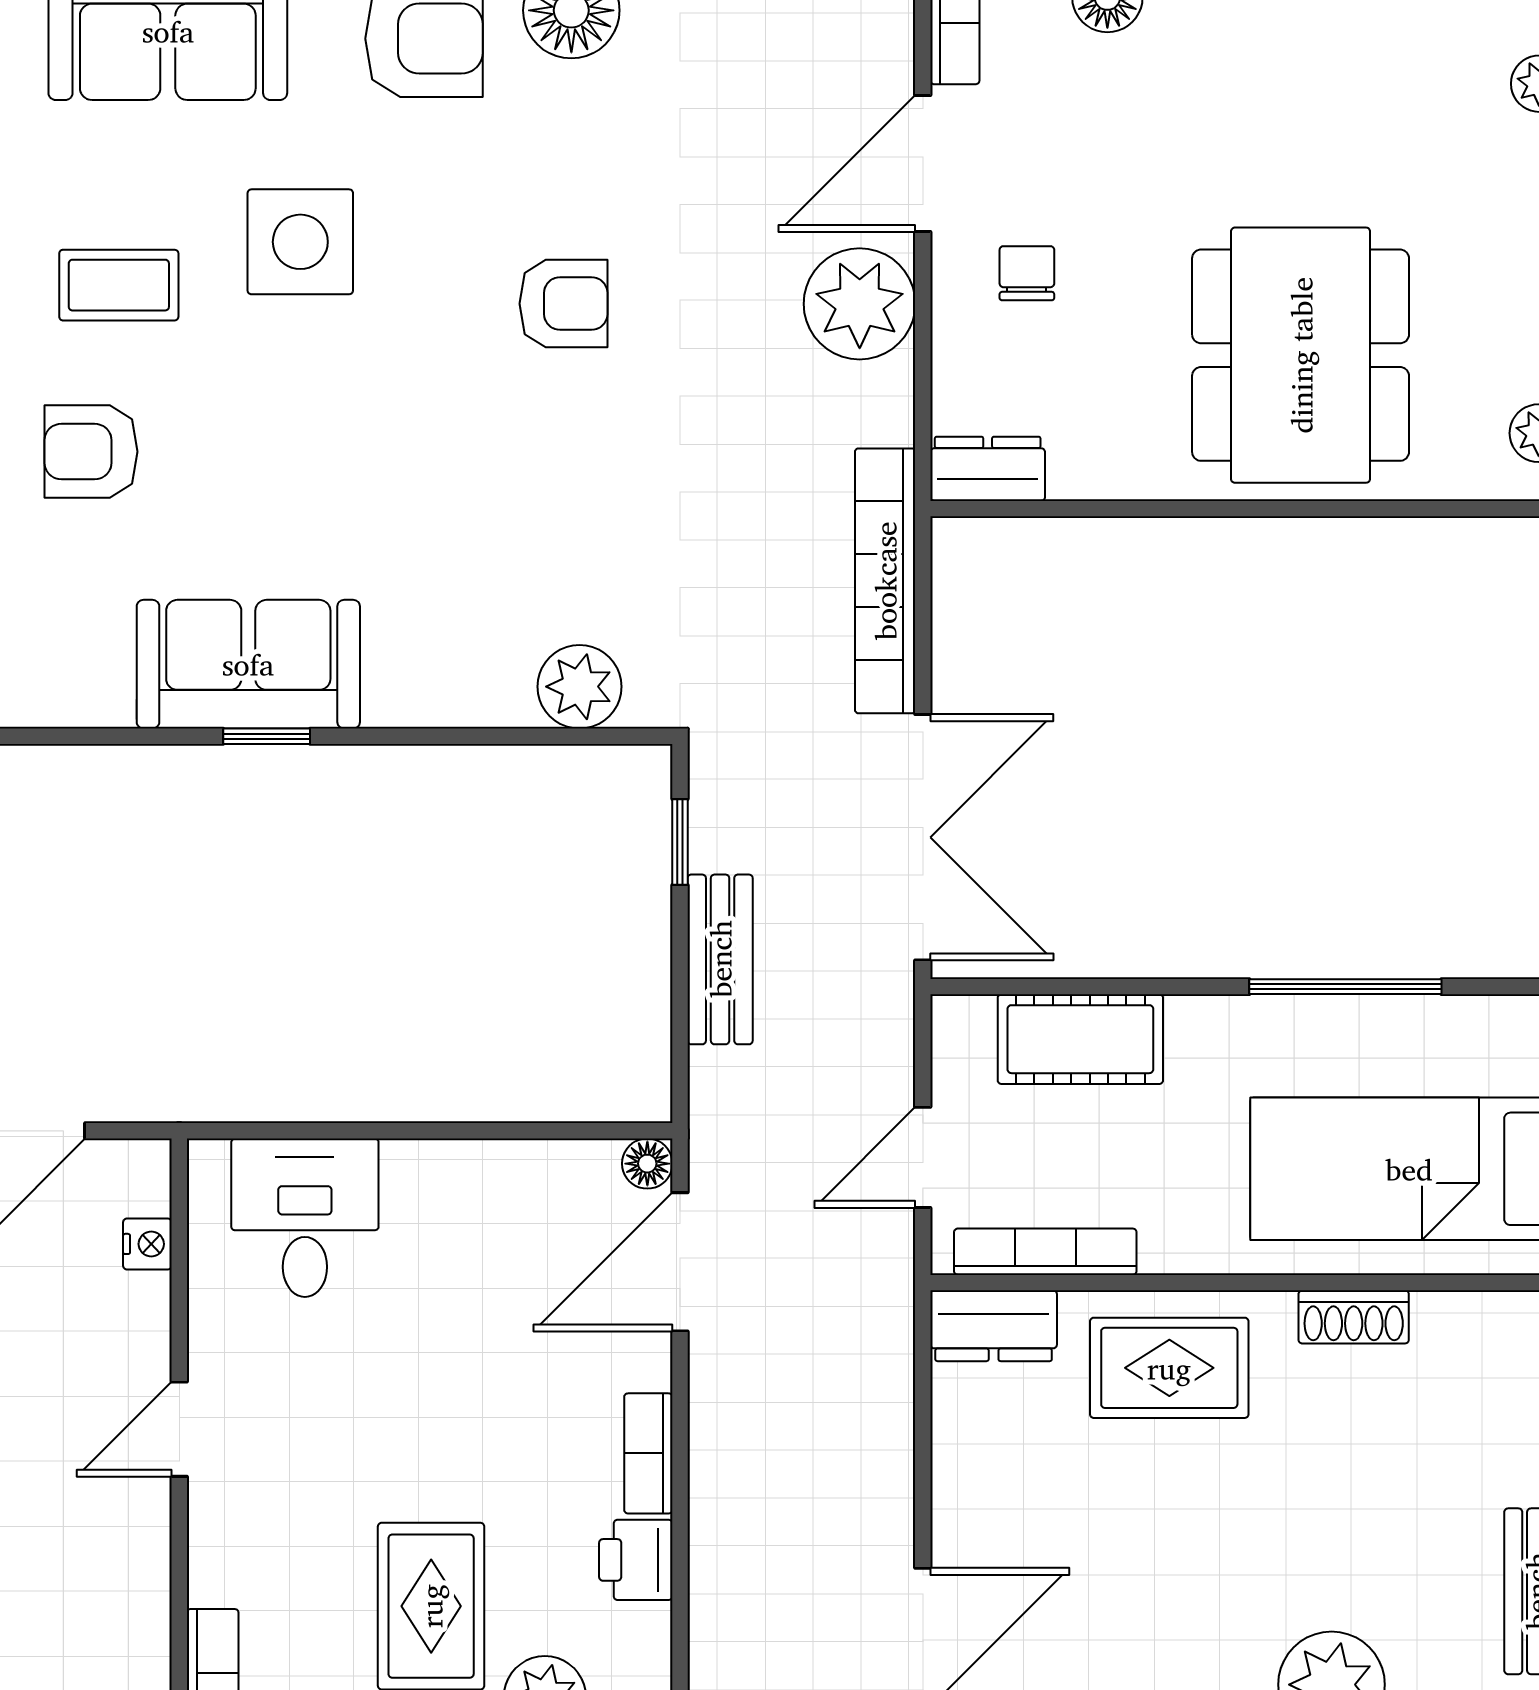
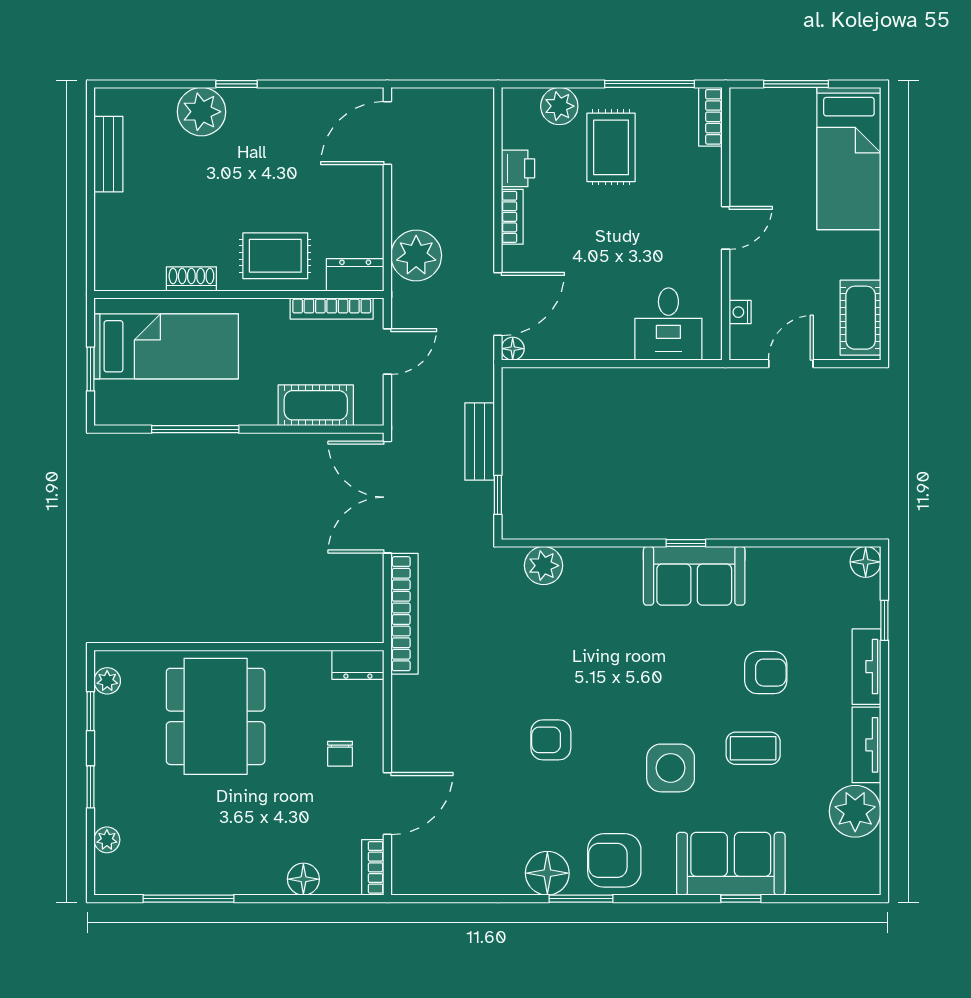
plant: (860, 304) -> (416, 256), moved

